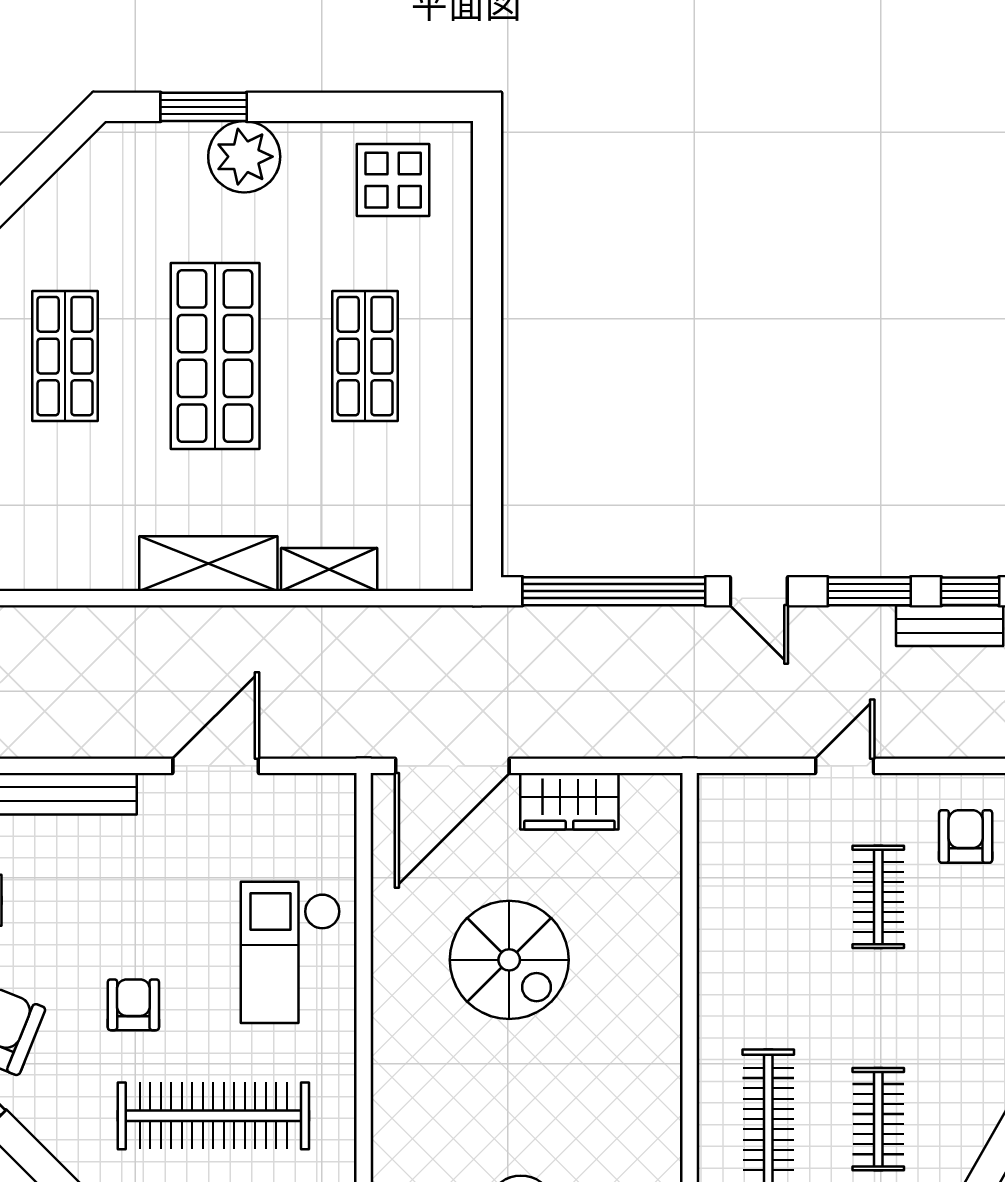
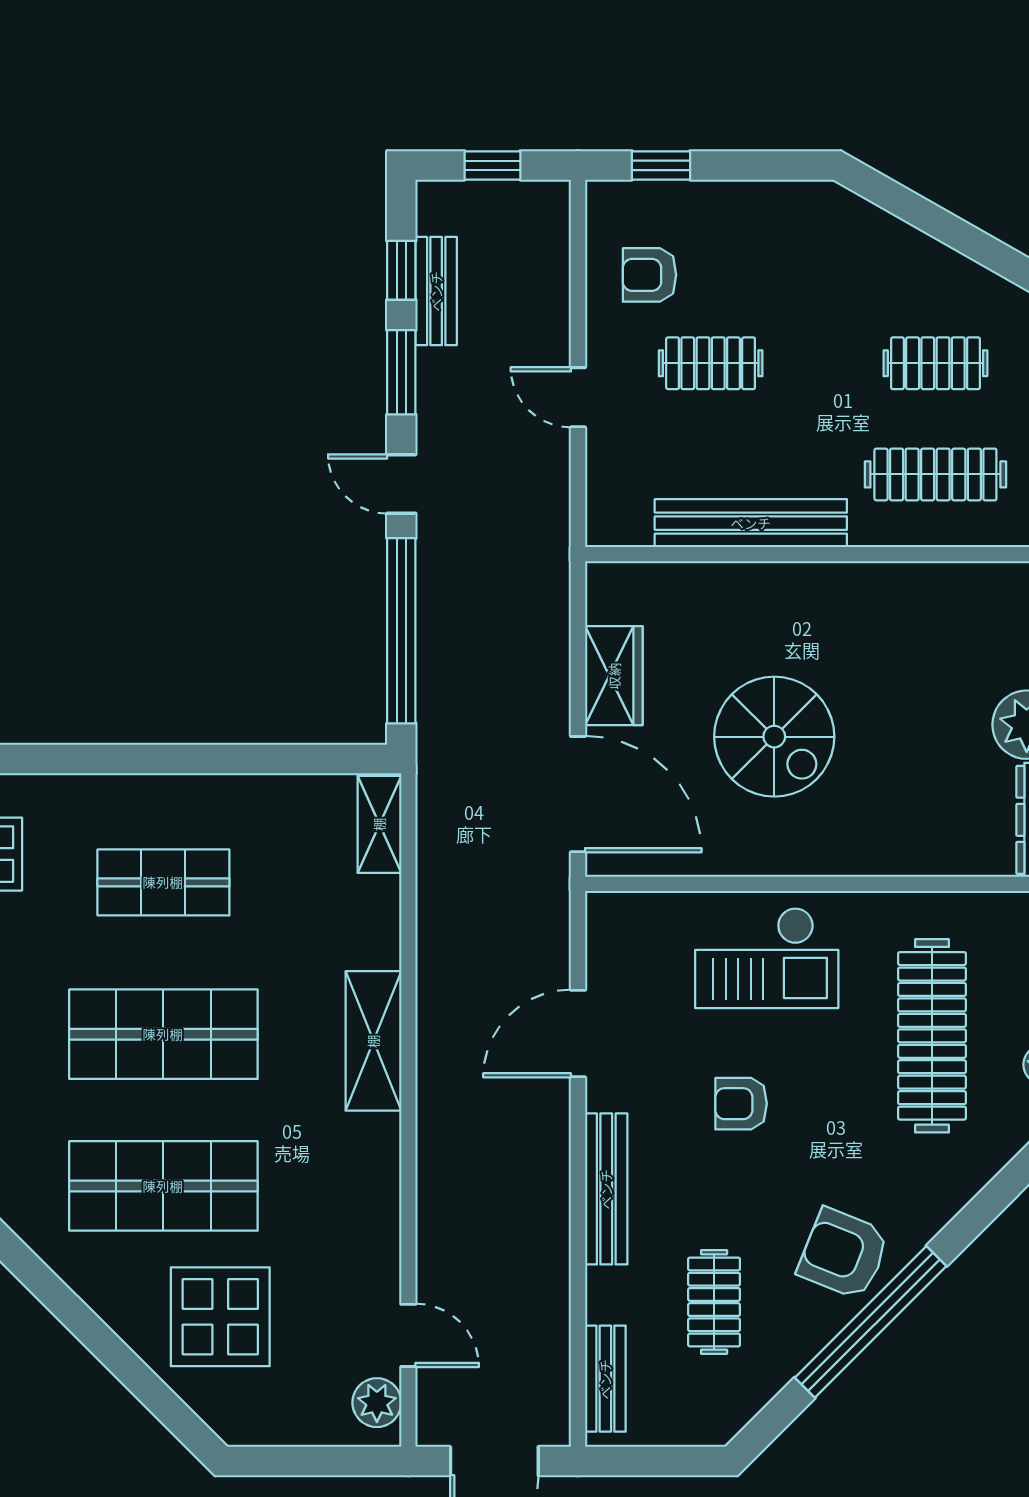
shop shelf: (65, 356) -> (163, 1186), width x1.43, depth x1.36
shelving: (329, 570) -> (379, 824), moved
door: (759, 591) -> (401, 484), swing flipped
door: (216, 766) -> (578, 1034), hinge flipped
bench: (720, 937) -> (751, 523), added
spiral stairs: (509, 960) -> (774, 737), turned 90
armchair: (133, 1005) -> (741, 1104), moved

